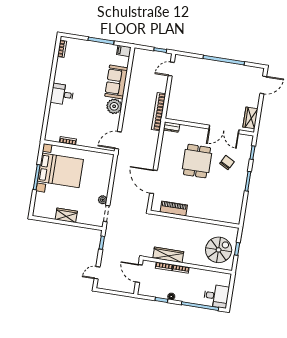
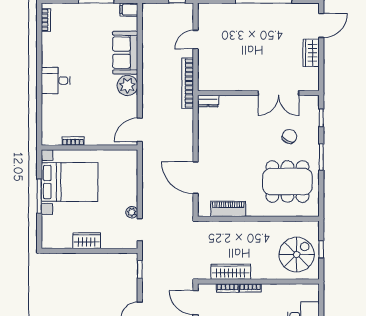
door: (171, 69) -> (196, 40), moved
wardrobe: (250, 118) -> (311, 53), moved
dining table: (197, 161) -> (287, 182), moved, width x1.37

